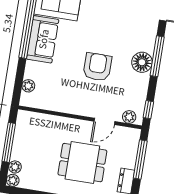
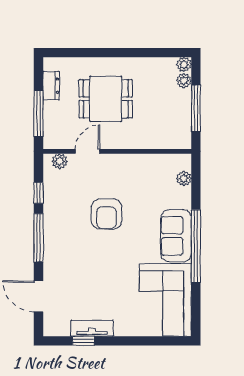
floor lamp: (142, 62) -> (55, 228), removed
window: (148, 110) -> (38, 193), moved

